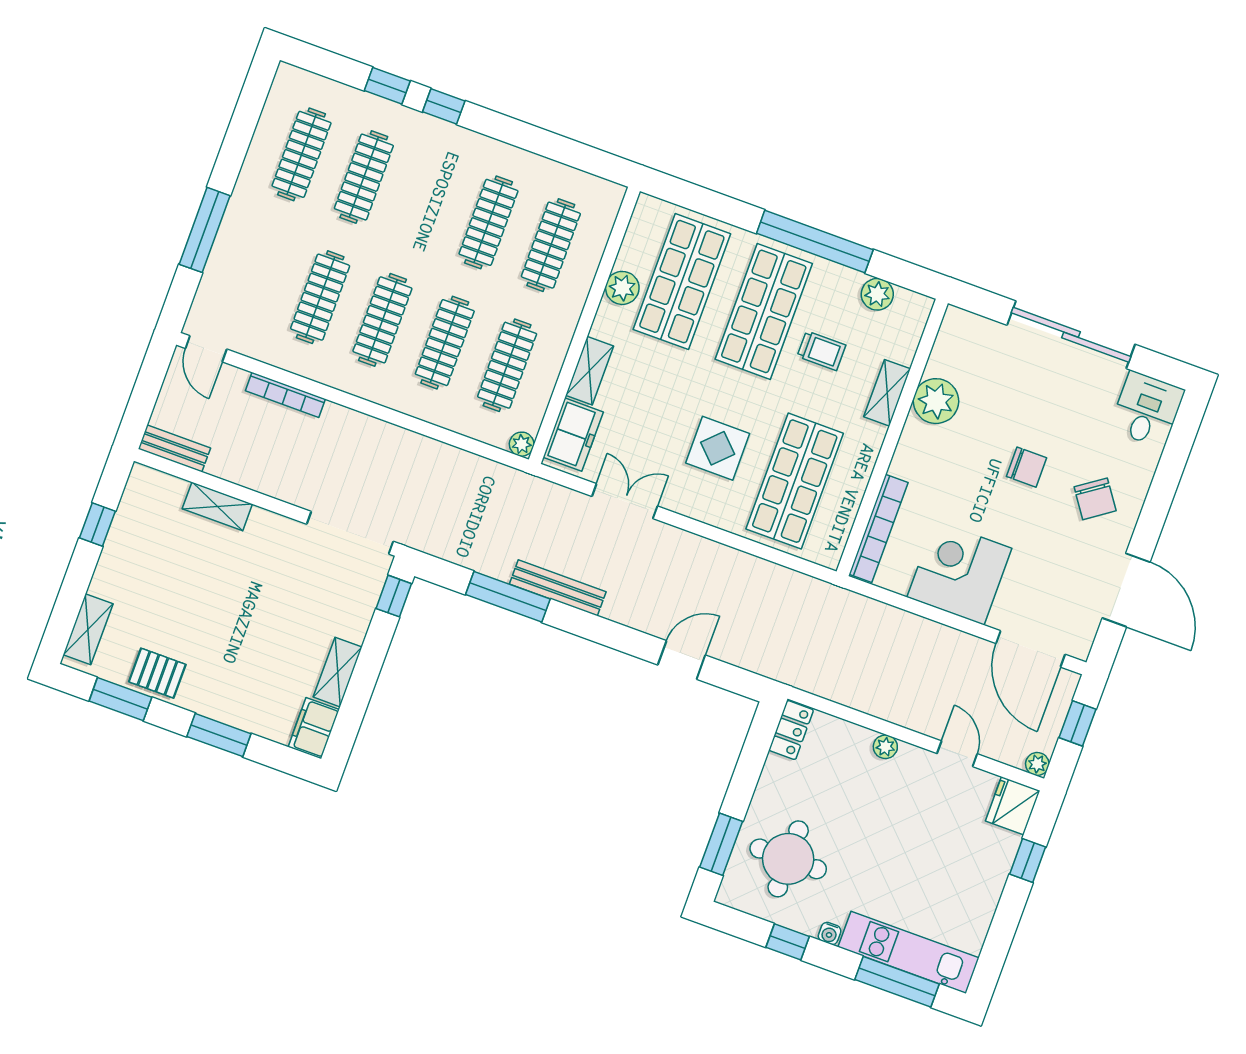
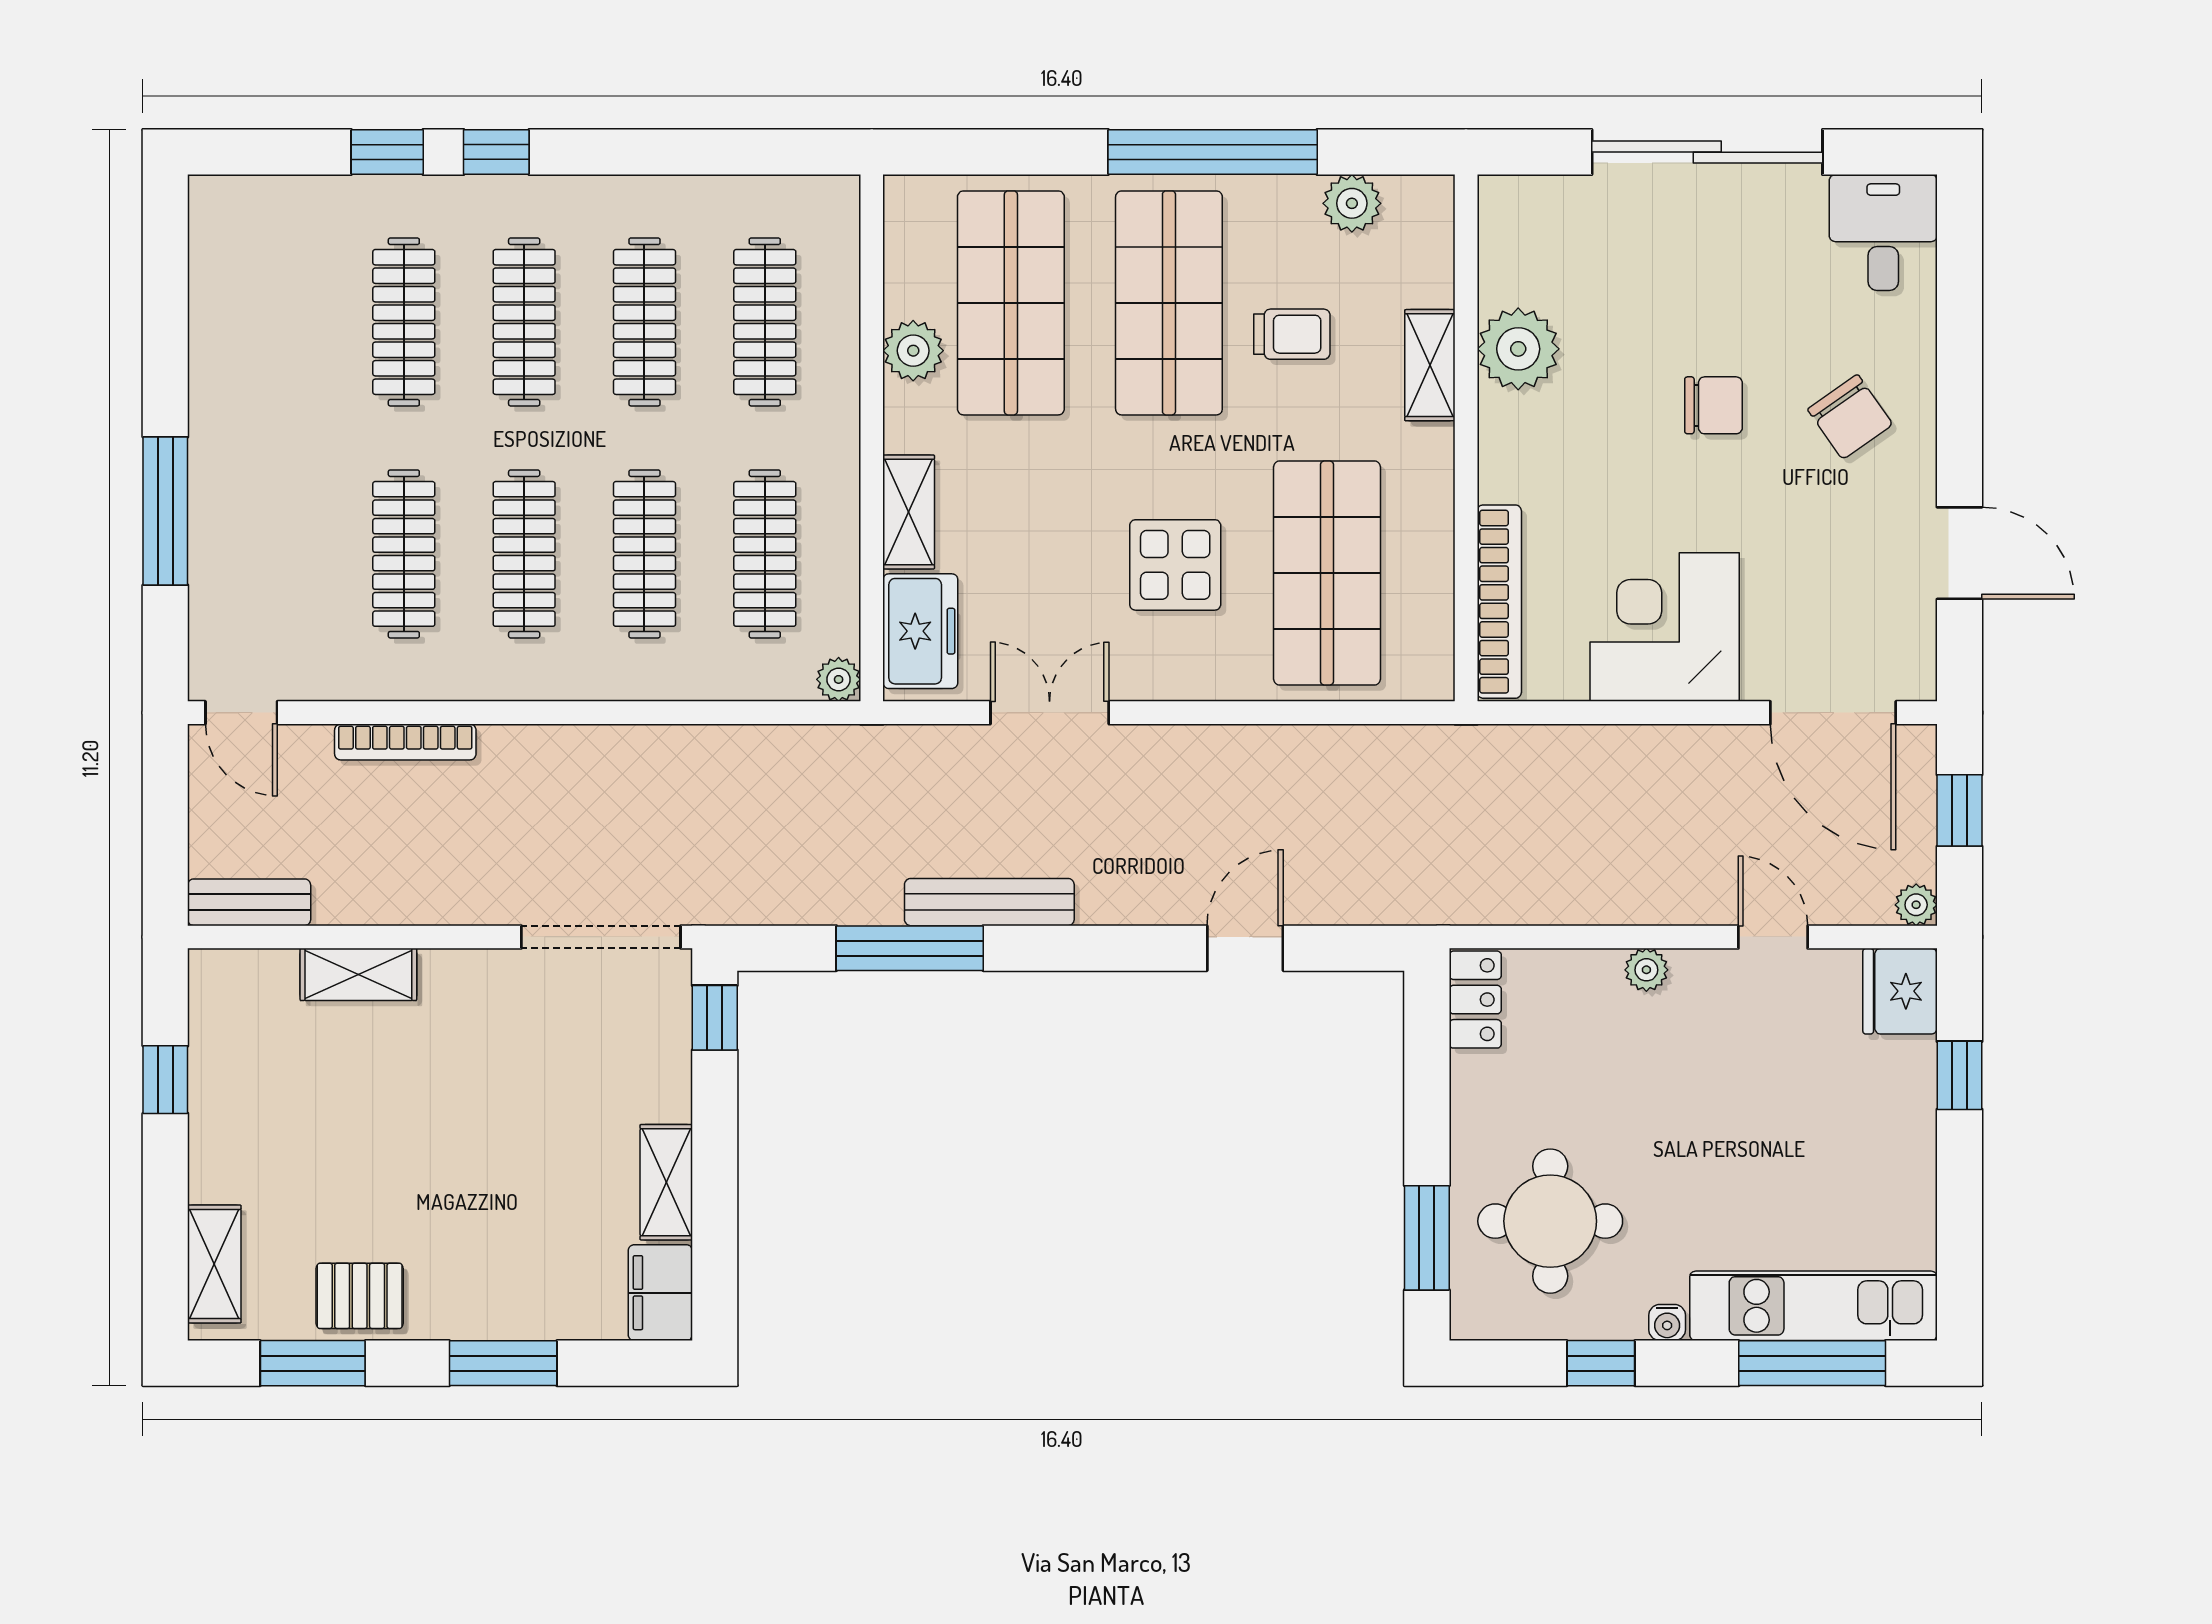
clothes rail: (302, 154) -> (524, 322), moved
door: (1126, 590) -> (1960, 553), width x0.73

